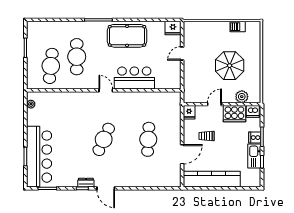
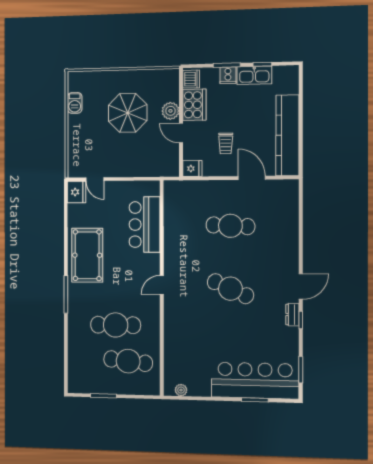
door: (182, 53) -> (95, 179), moved
bar counter: (134, 78) -> (145, 225), moved
plant: (242, 97) -> (170, 111), moved

